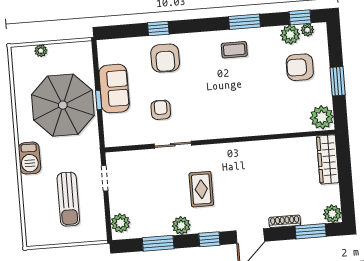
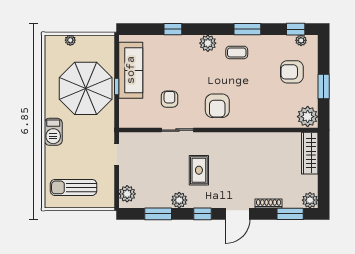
plant: (290, 35) -> (208, 43), moved
armchair: (165, 58) -> (217, 106), moved
sofa: (114, 89) -> (131, 70), width x1.36
sun lounger: (68, 199) -> (73, 187), moved, turned 90

